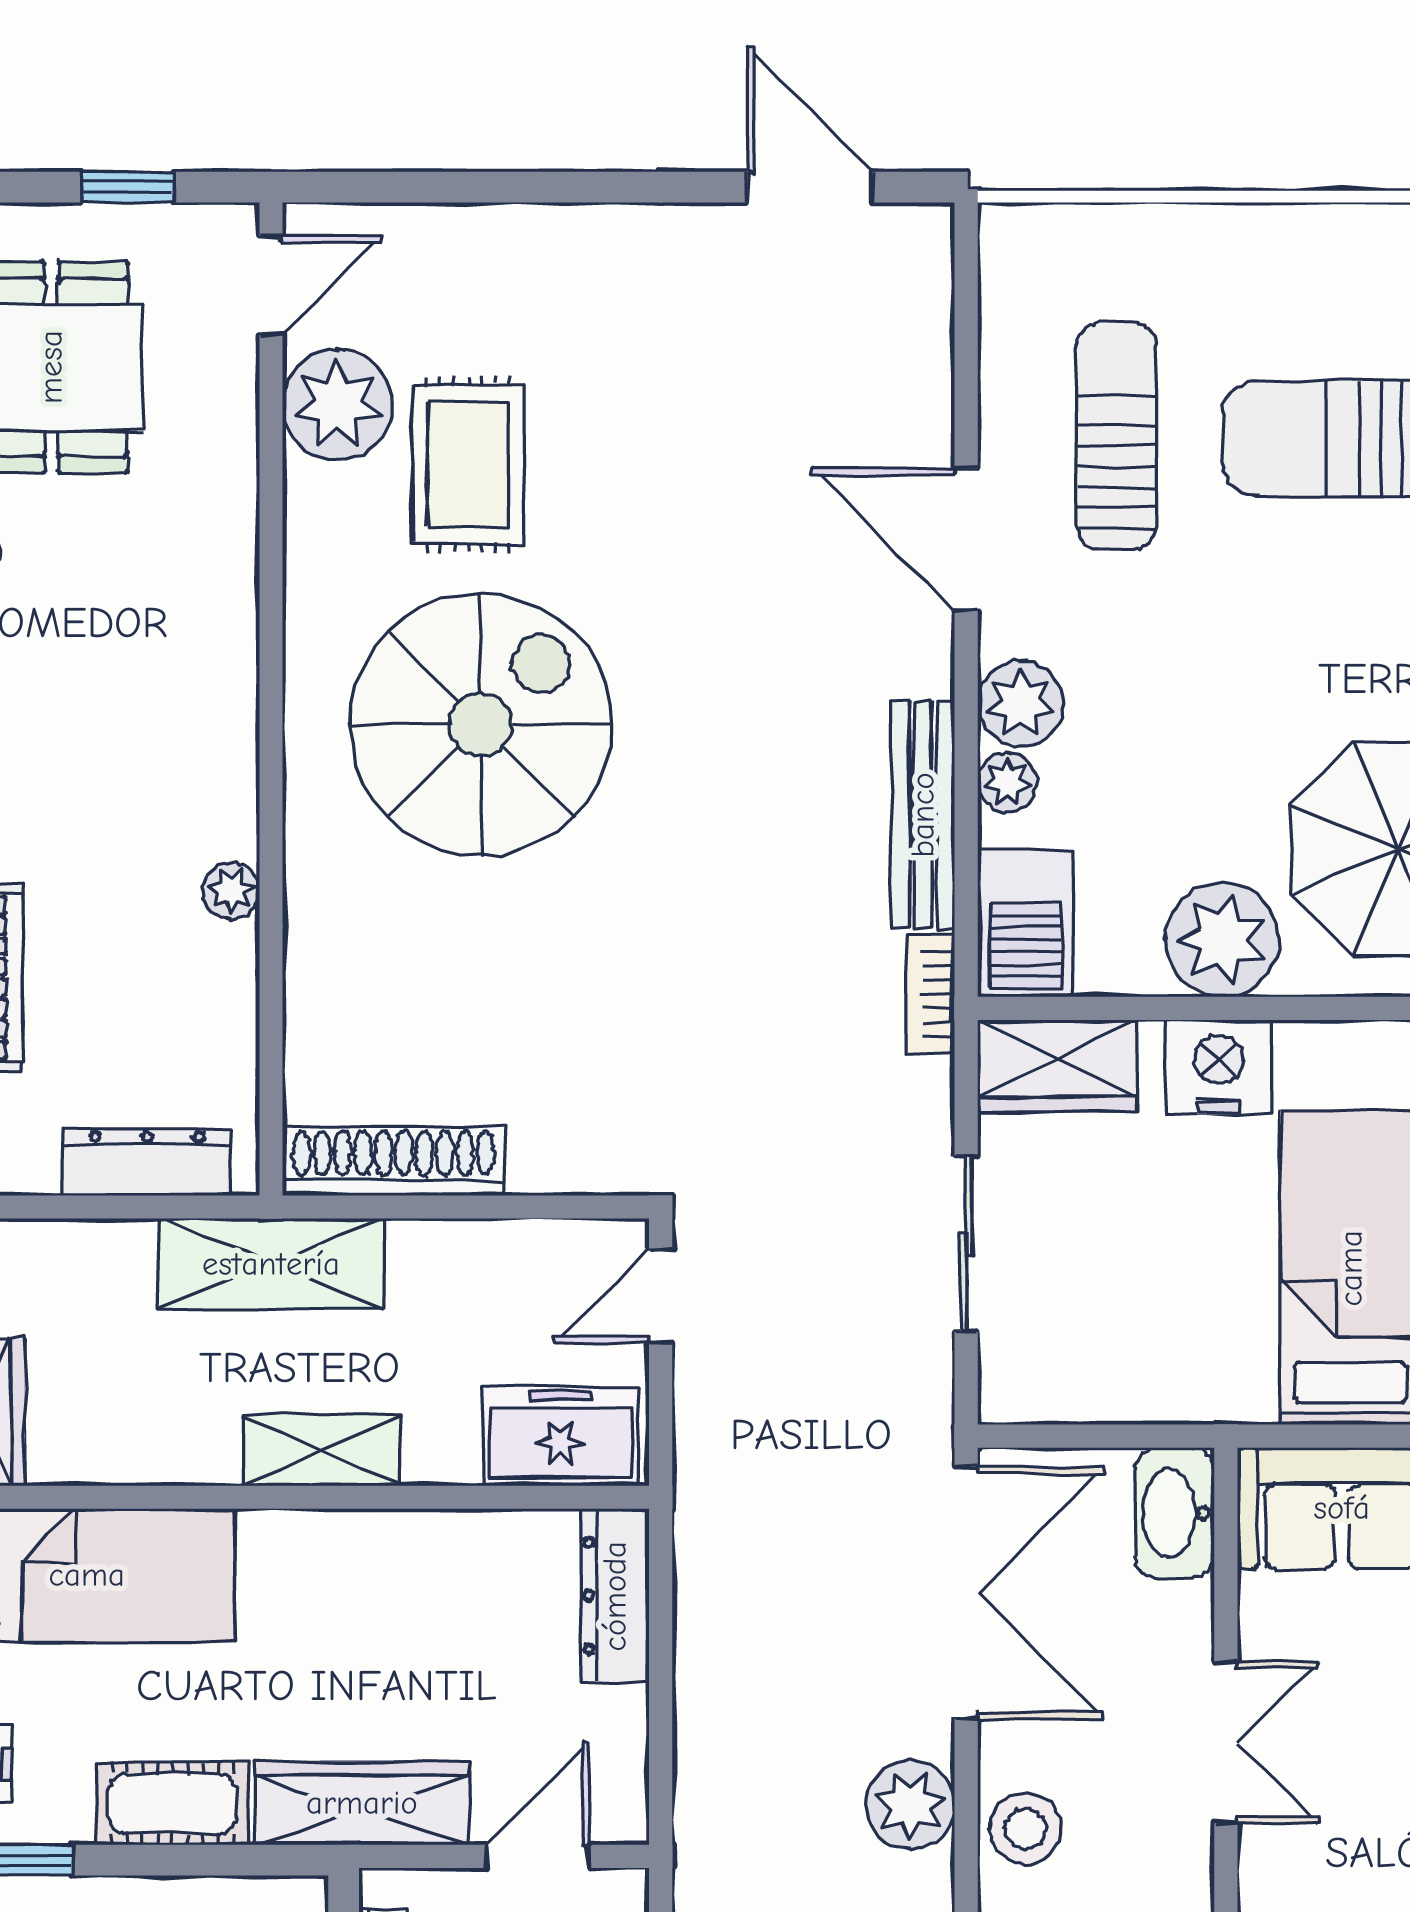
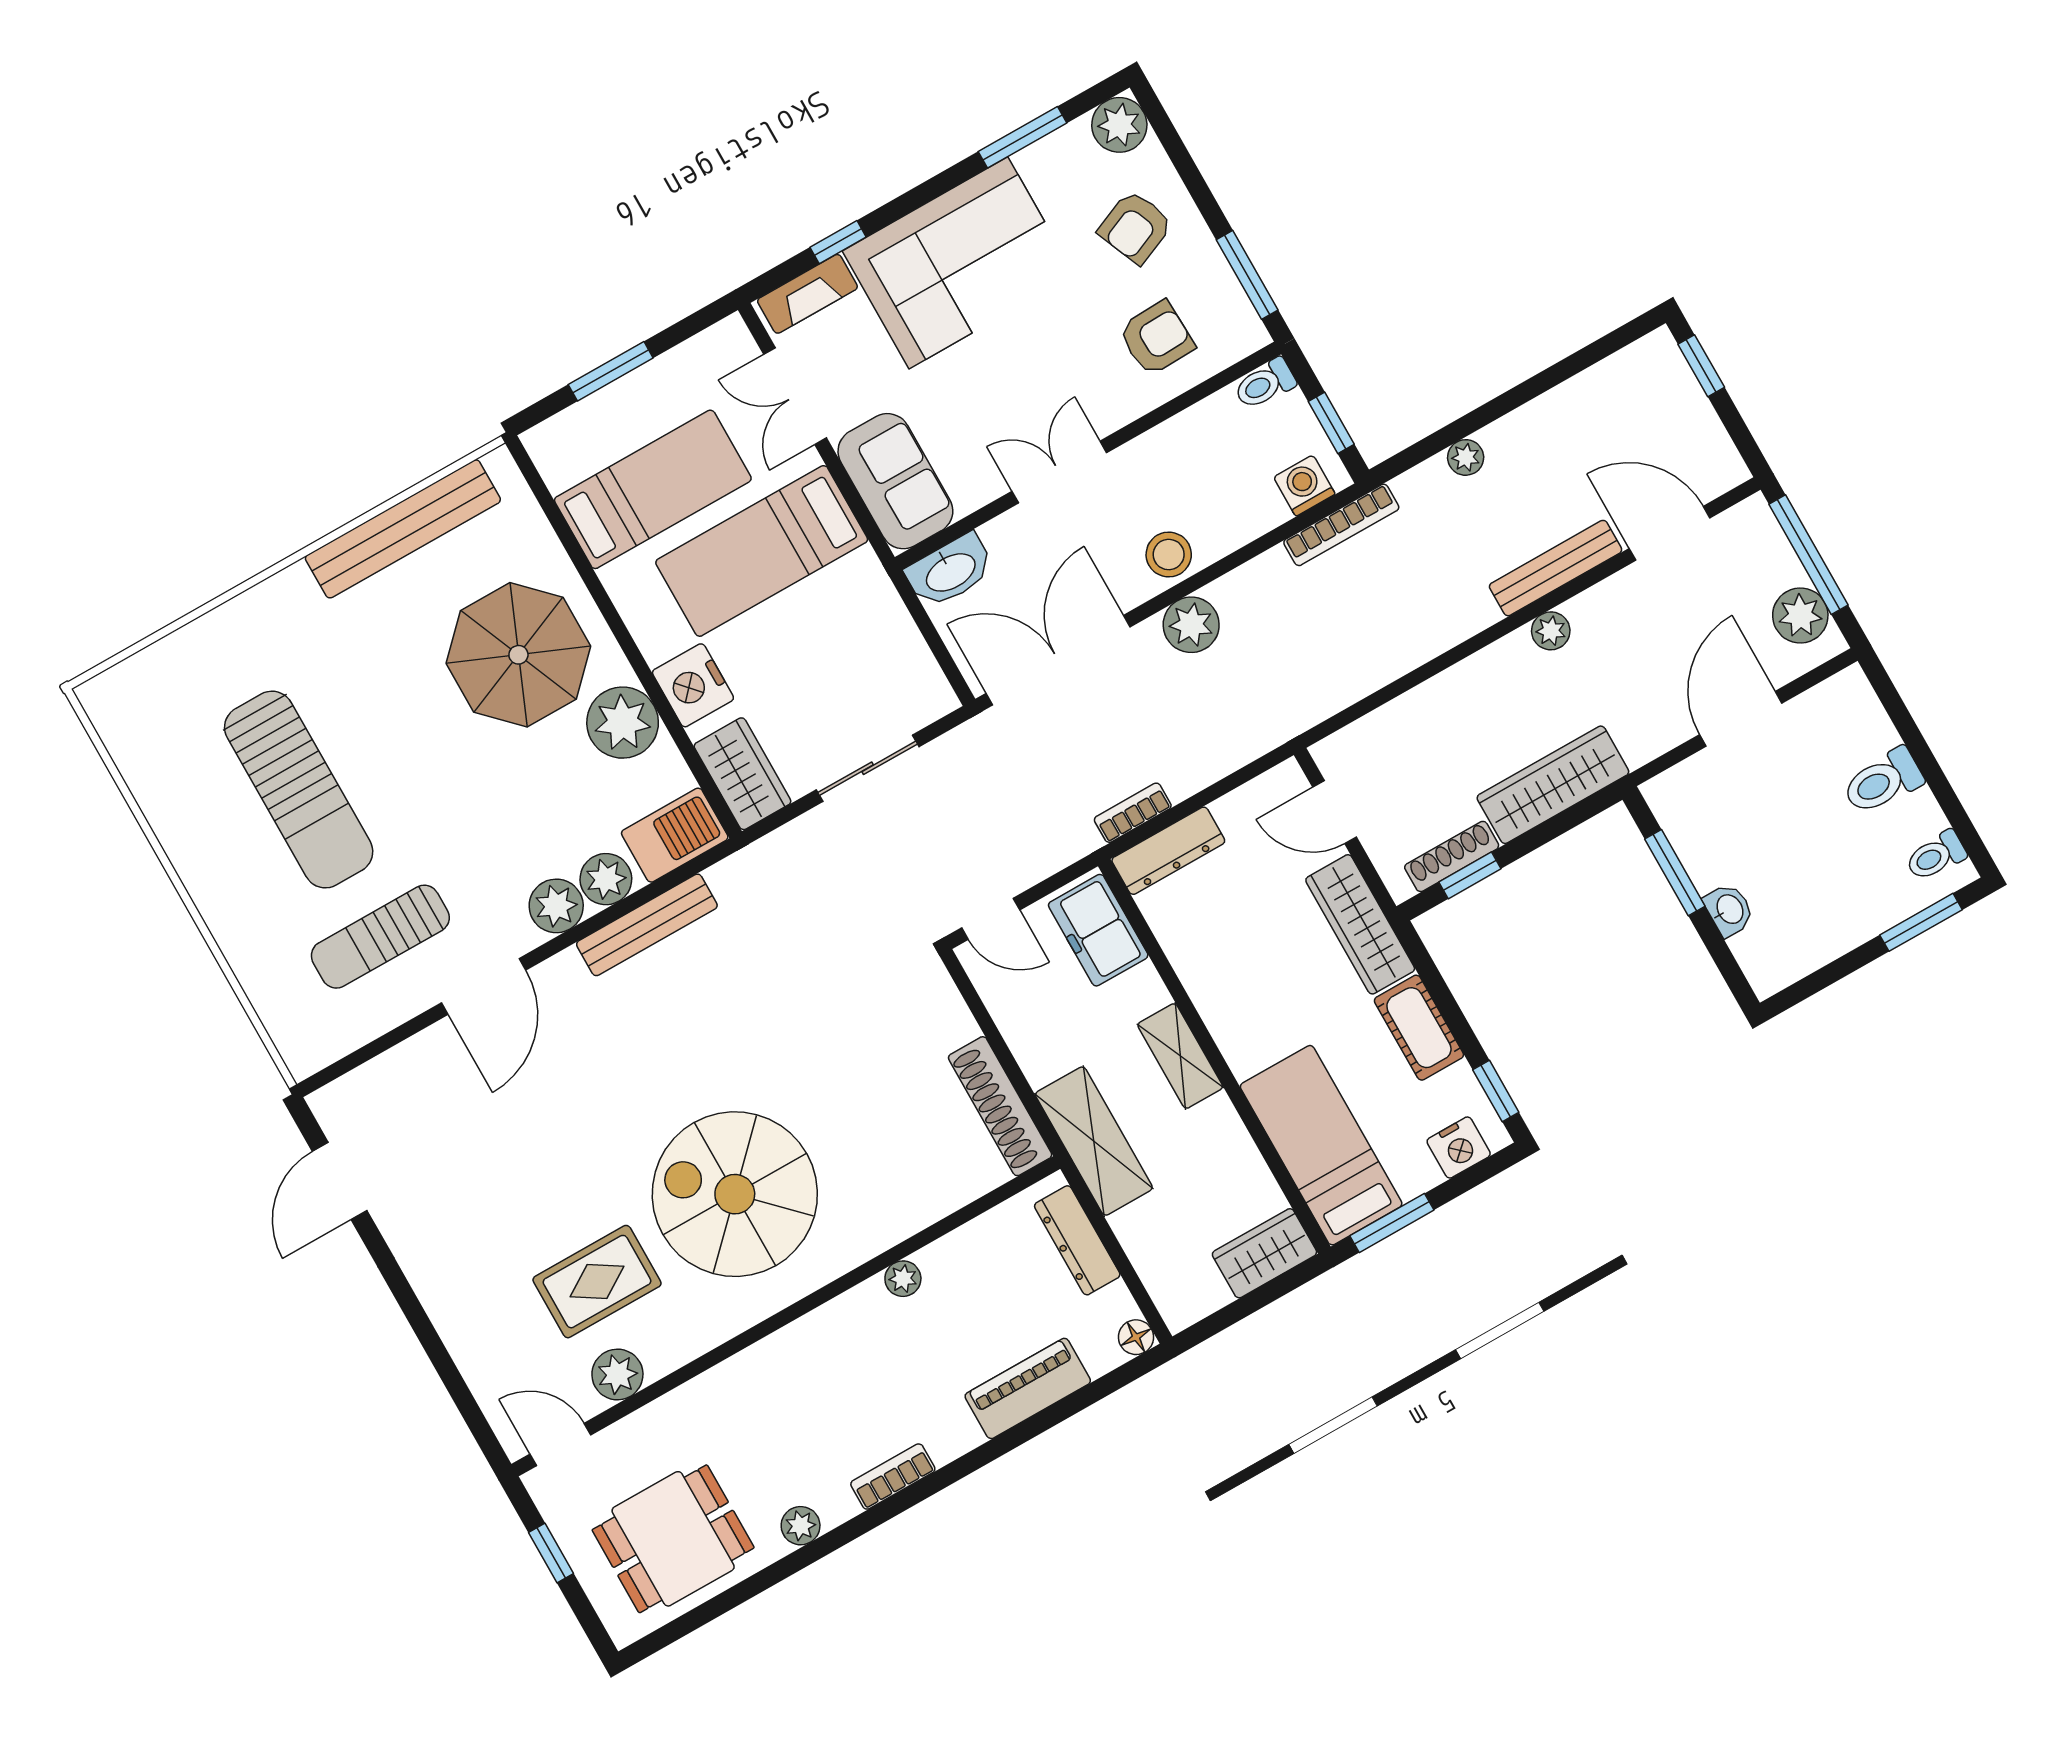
plant: (338, 405) -> (617, 1374), width x0.73, depth x0.73
plant: (1007, 783) -> (606, 879), width x1.38, depth x1.38
bookcase: (931, 994) -> (1133, 813), moved, turned 180

